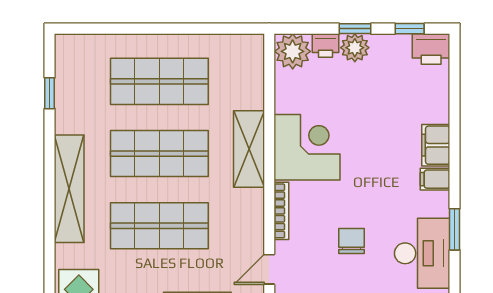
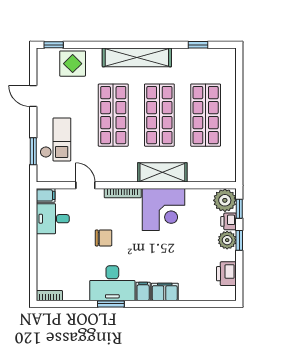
window: (410, 29) -> (239, 209), moved
printer: (431, 49) -> (226, 274), moved
desk: (422, 253) -> (112, 283), moved

